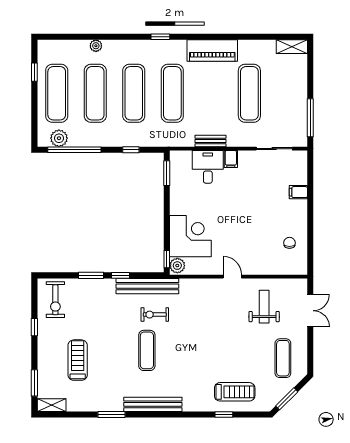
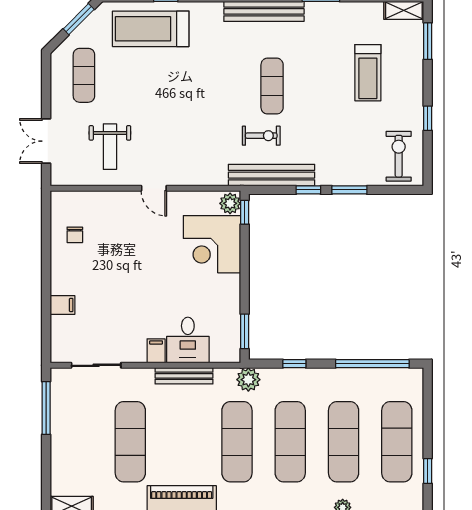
plant: (59, 138) -> (248, 380), moved
bench: (211, 141) -> (184, 376), width x1.36
treadmill: (235, 392) -> (151, 29), width x1.37, depth x1.38

